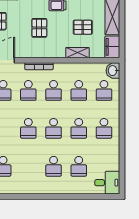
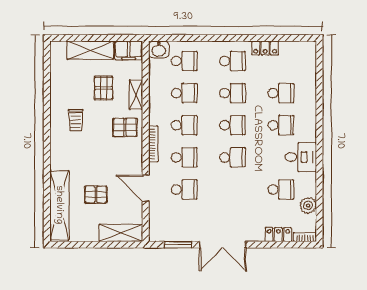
pallet: (39, 28) -> (125, 127), moved
locker: (114, 154) -> (265, 48), added
desk: (107, 183) -> (301, 157), moved, turned 90

